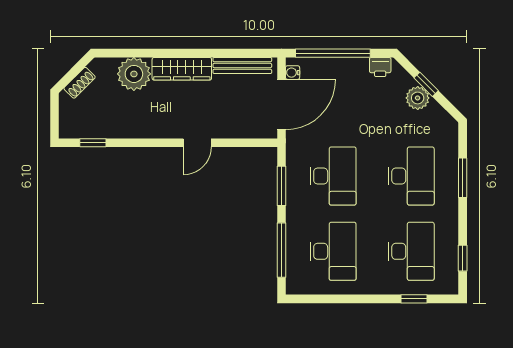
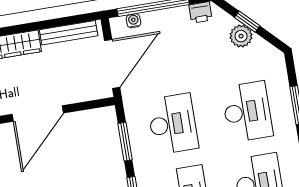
water cooler: (293, 73) -> (134, 21), moved, turned 90
door: (197, 143) -> (38, 114), width x1.88

